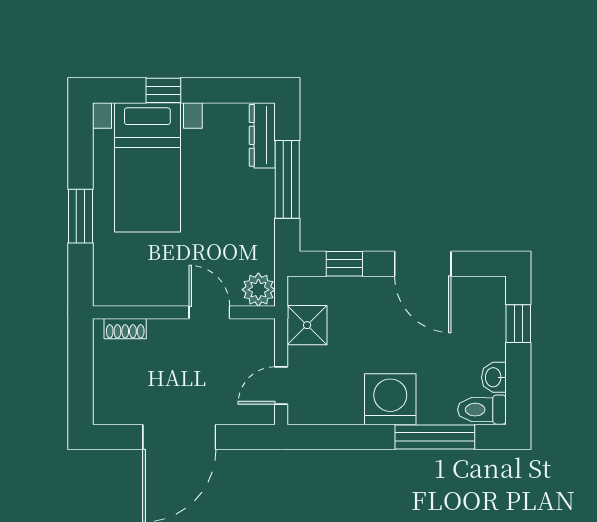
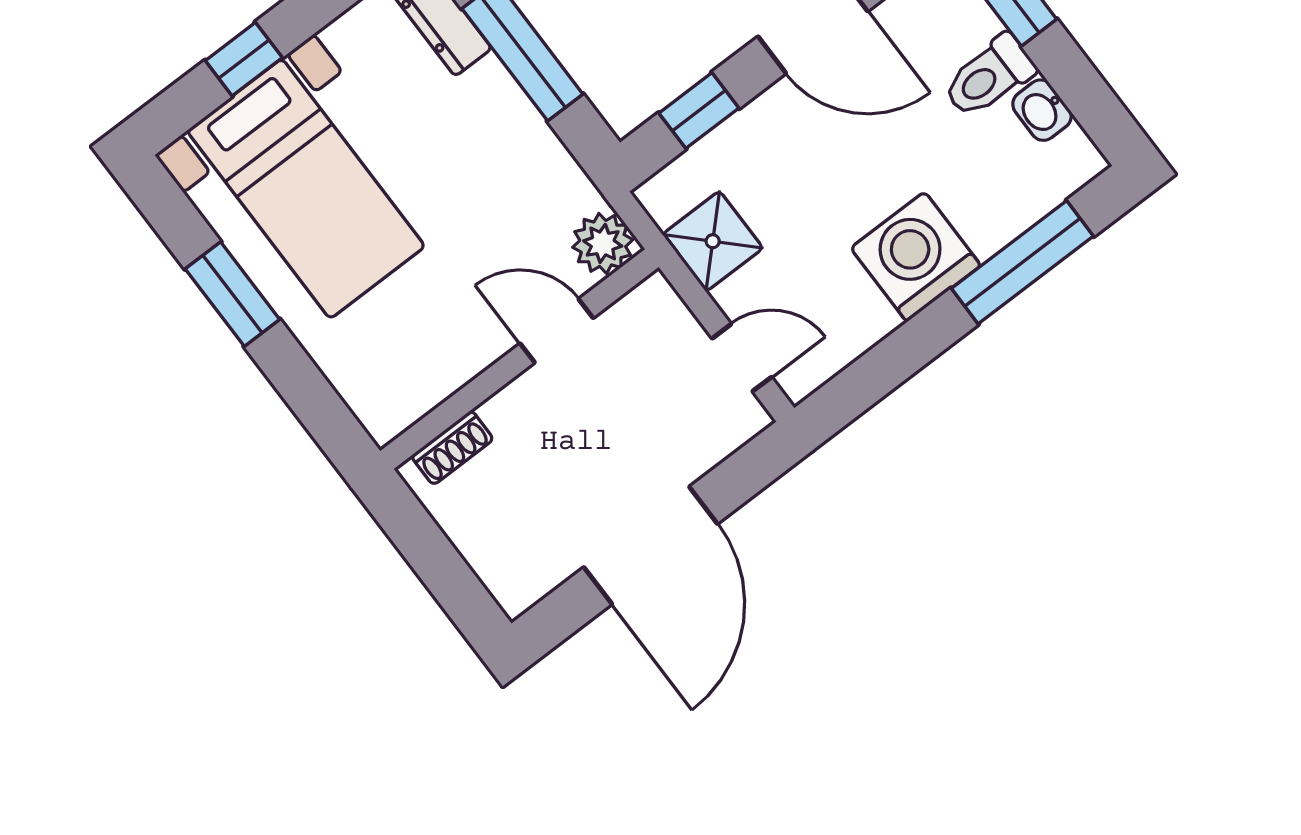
window: (80, 216) -> (232, 294), moved
door: (281, 386) -> (742, 358), swing flipped
toilet: (482, 410) -> (989, 76), moved

